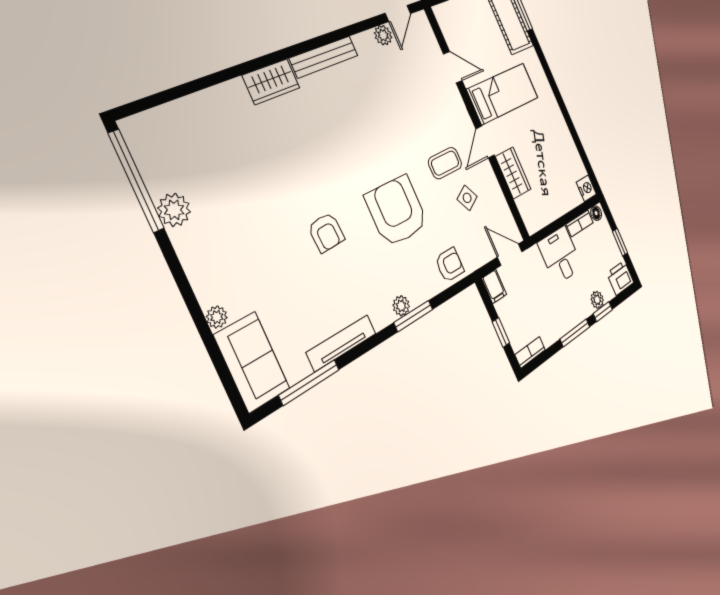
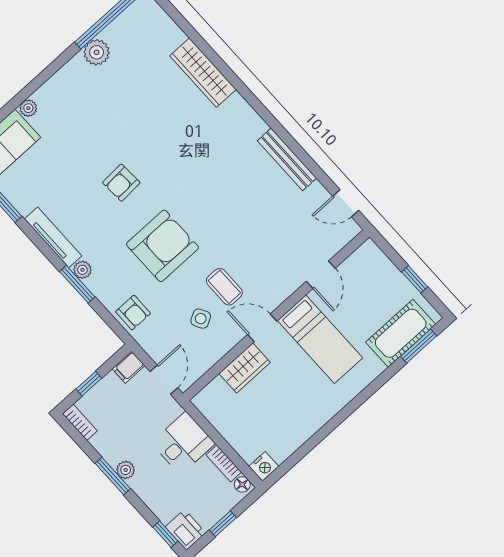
plant: (383, 35) -> (317, 193), removed
bench: (324, 57) -> (287, 159), moved
wardrobe: (271, 82) -> (203, 73), moved, width x1.50
plant: (597, 300) -> (126, 470), moved
window: (603, 312) -> (165, 534), moved
tv unit: (342, 343) -> (53, 237), moved

